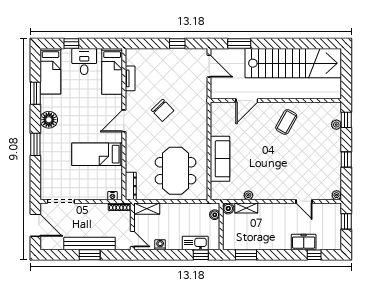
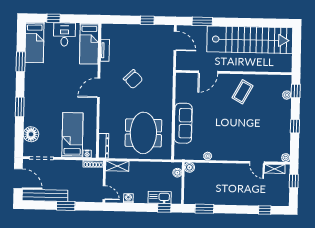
floor lamp: (49, 120) -> (31, 134), moved
bed: (97, 154) -> (72, 135), moved, turned 90
shelving: (246, 208) -> (275, 169), moved
freezer: (304, 242) -> (256, 198), removed
bench: (90, 243) -> (45, 195), moved

